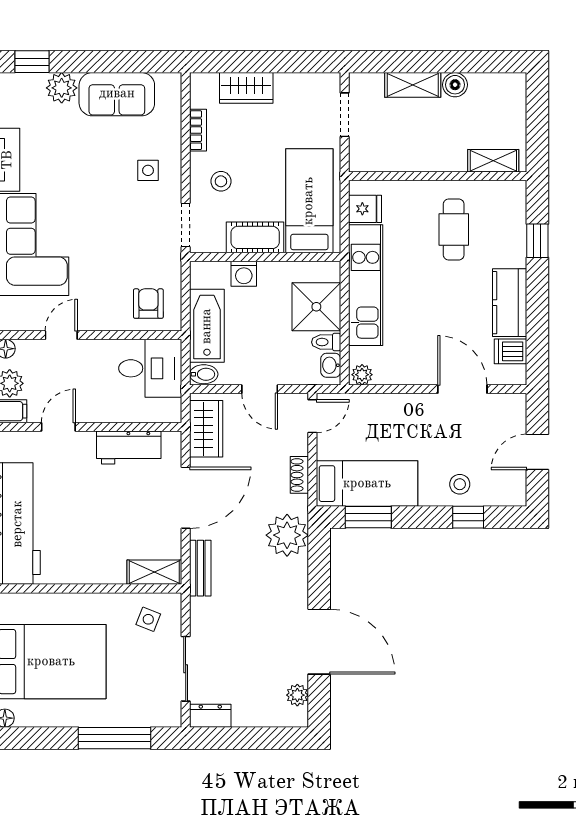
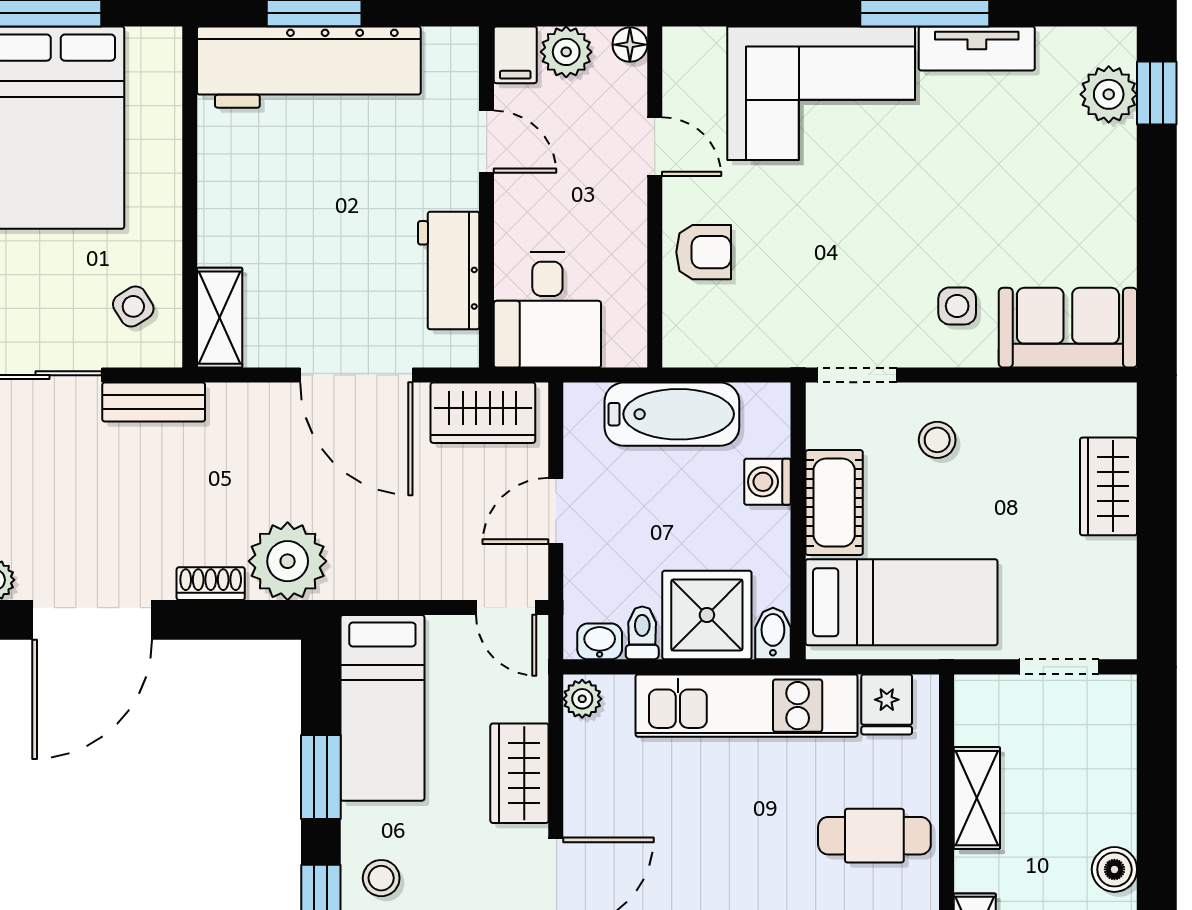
shelving: (413, 85) -> (977, 798), moved
plant: (62, 88) -> (1109, 94), moved
sofa: (117, 94) -> (1068, 328), moved, turned 90
bookcase: (198, 130) -> (1031, 398), removed
cafe table: (454, 229) -> (874, 836), moved
armchair: (148, 304) -> (704, 252), moved
desk: (150, 368) -> (547, 310), moved
bidet: (204, 374) -> (773, 634), moved, turned 180
wardrobe: (403, 409) -> (519, 773), added
shoe rack: (299, 475) -> (211, 584), moved
window: (368, 517) -> (321, 777), moved
bench: (200, 568) -> (154, 402), moved
side table: (148, 619) -> (133, 306), turned 36

